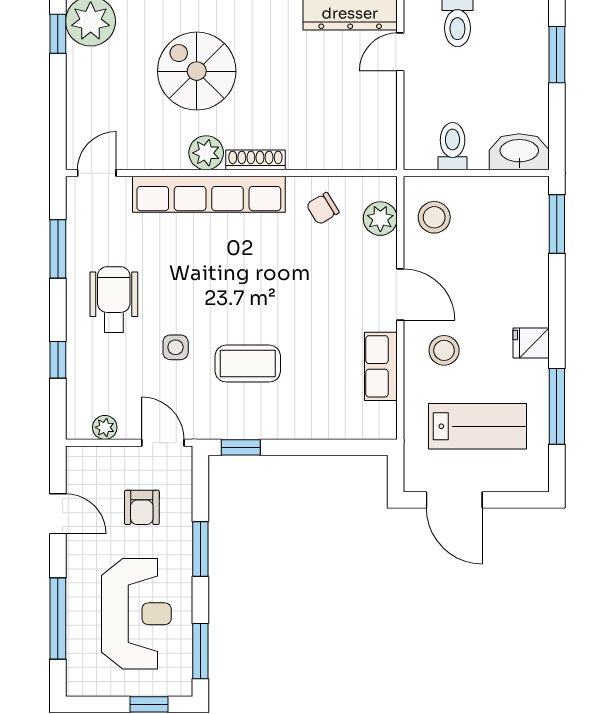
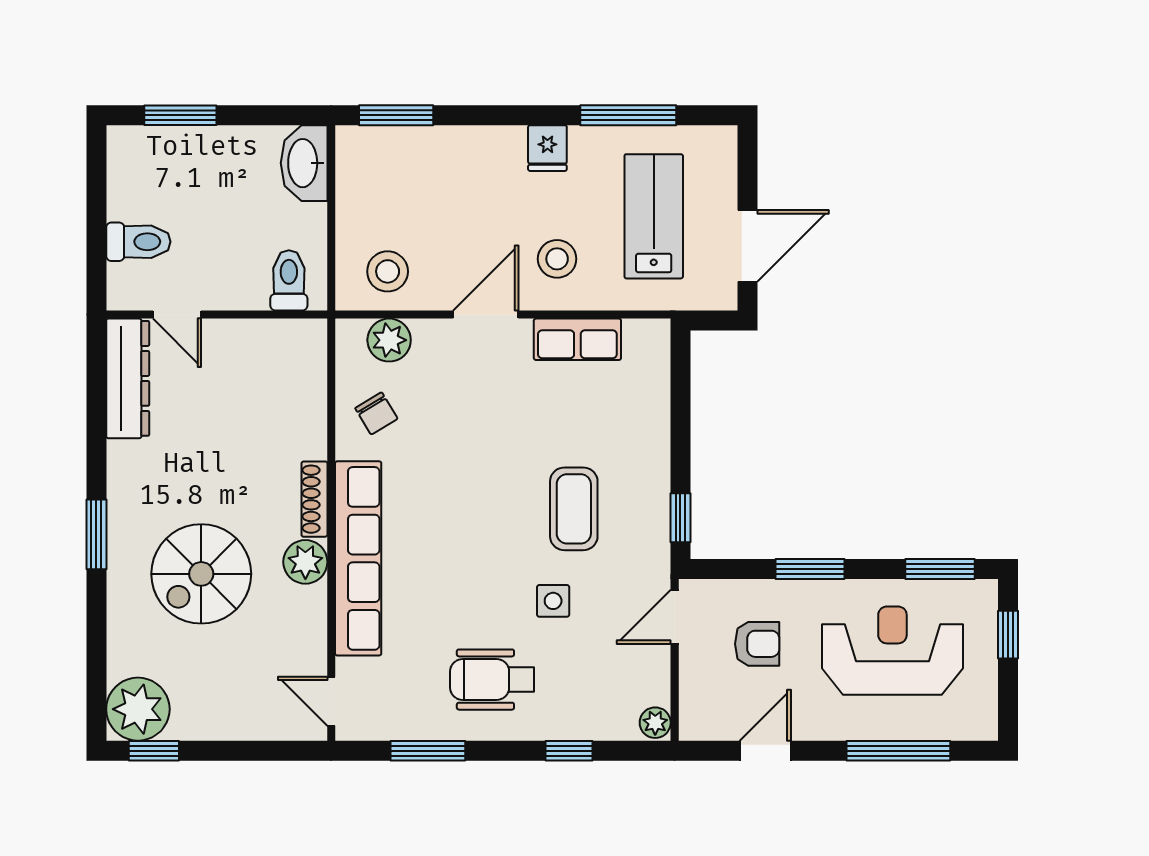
toilet: (453, 146) -> (289, 280), moved, turned 90
plant: (105, 427) -> (655, 723), moved

